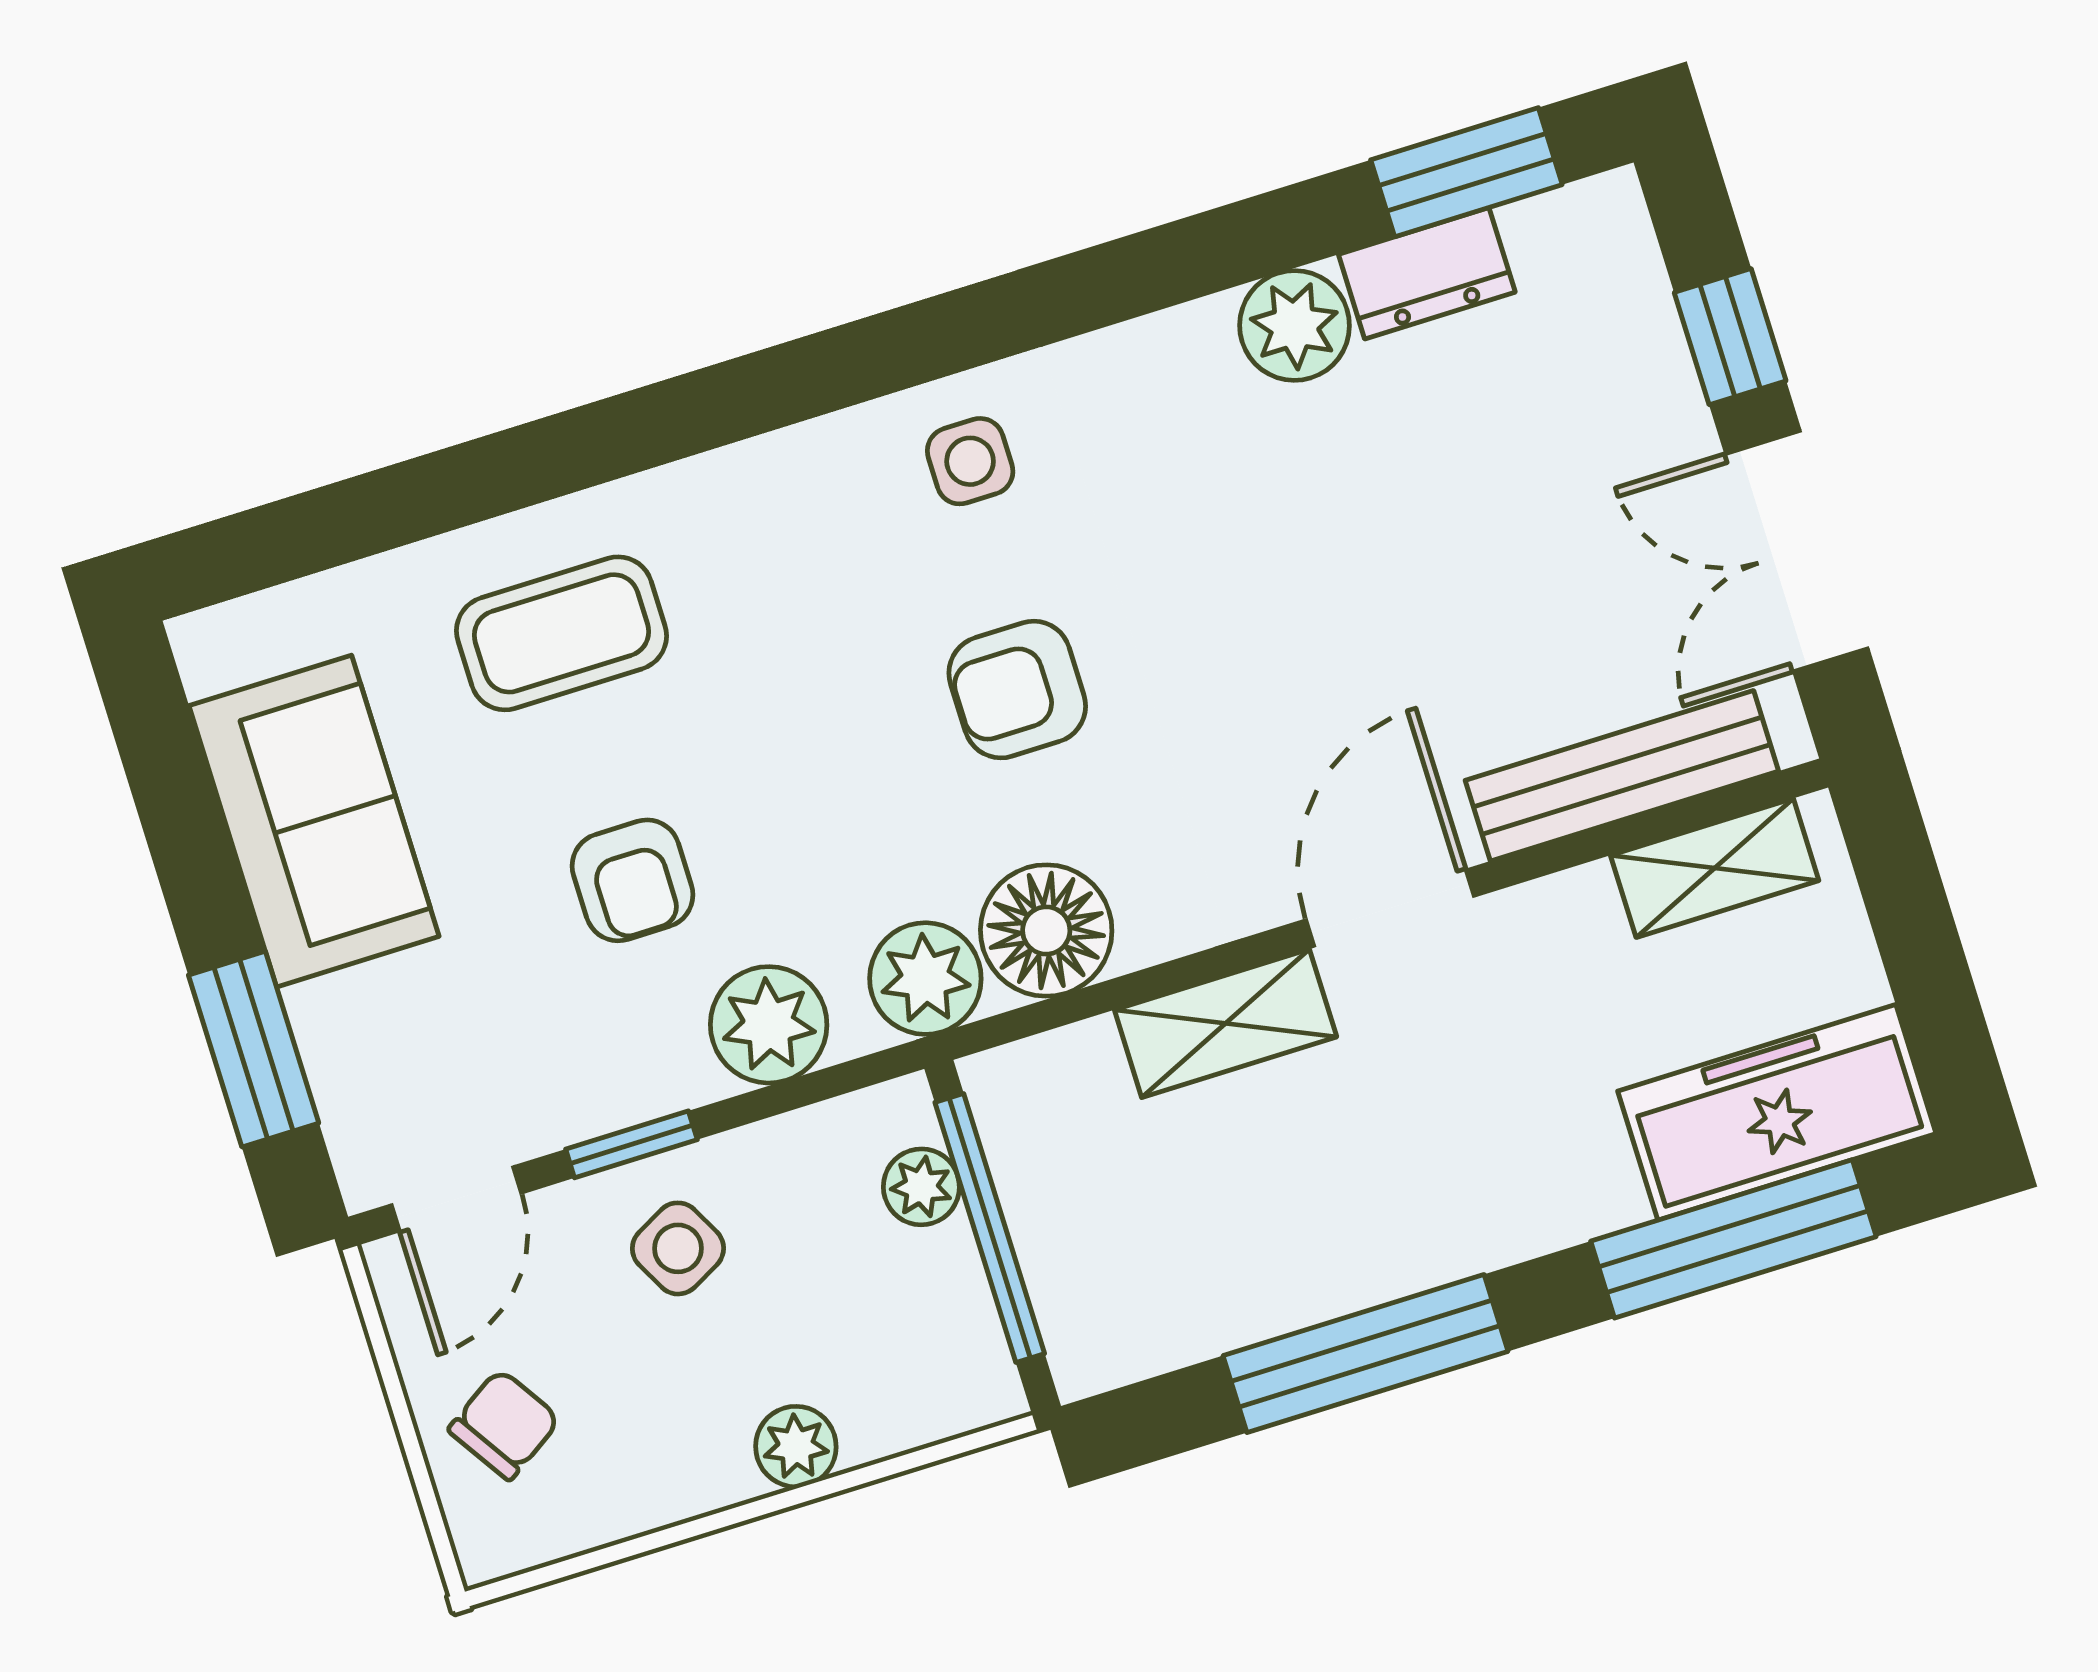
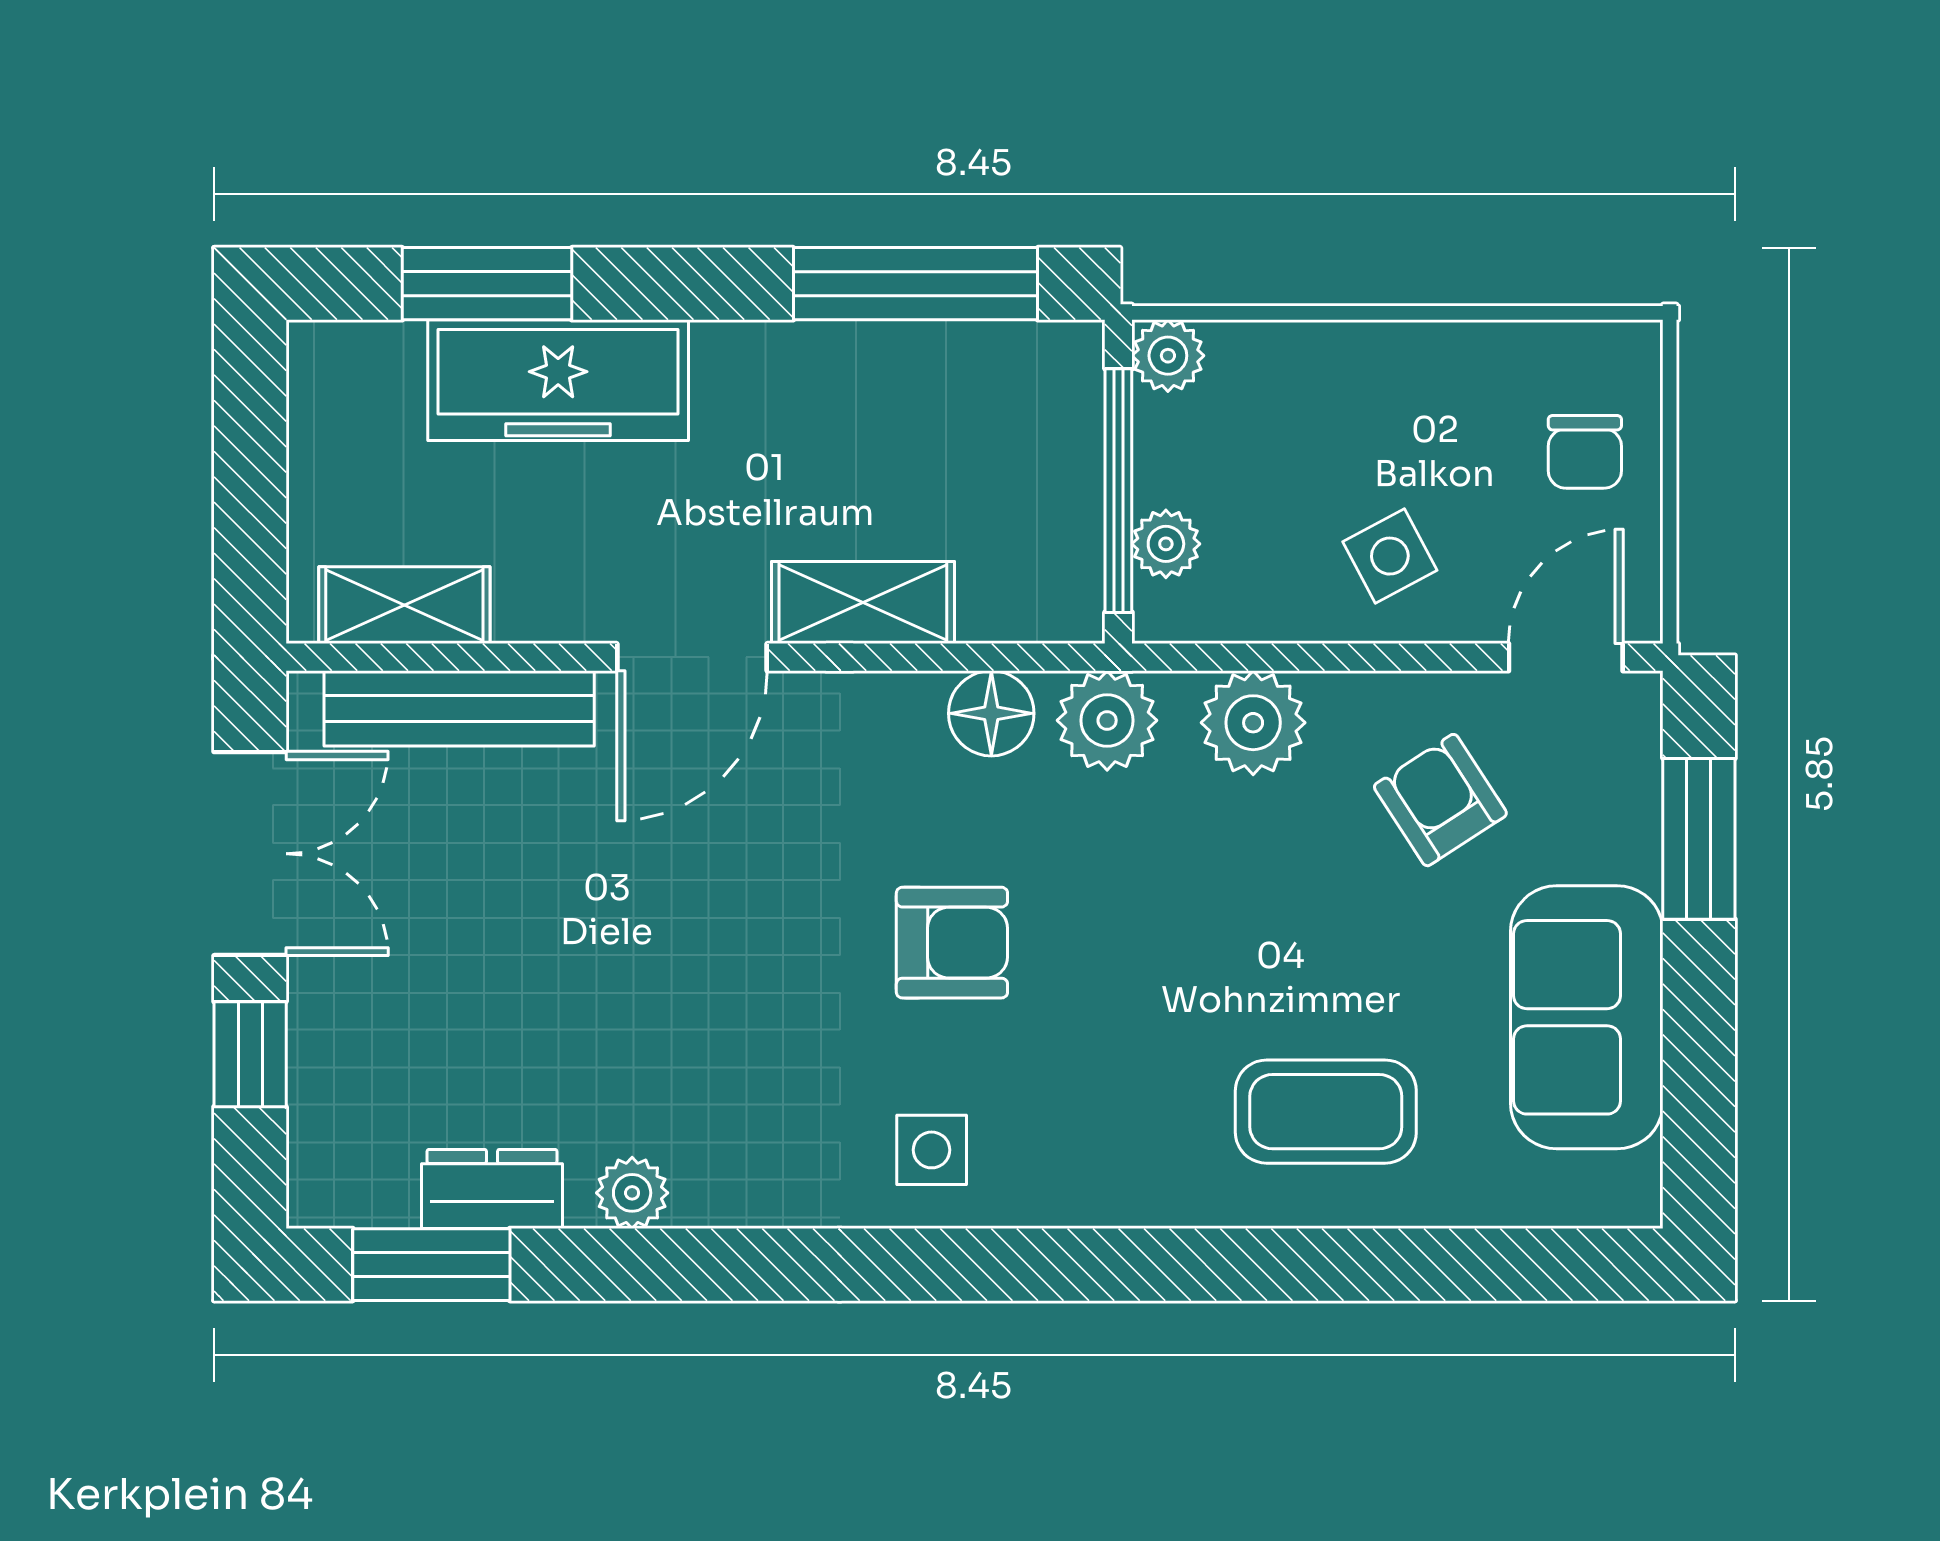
plant: (1295, 325) -> (632, 1193), width x0.73, depth x0.73
armchair: (633, 880) -> (1440, 800), moved, turned -33
floor lamp: (1046, 930) -> (991, 713), width x0.73, depth x0.73
freezer: (1777, 1112) -> (558, 380), moved
window: (631, 1144) -> (1402, 657), removed
window: (1733, 1239) -> (487, 284), width x0.69
window: (1366, 1354) -> (915, 284), moved
chair: (504, 1425) -> (1585, 452), turned -57
plant: (796, 1447) -> (1168, 356), moved

